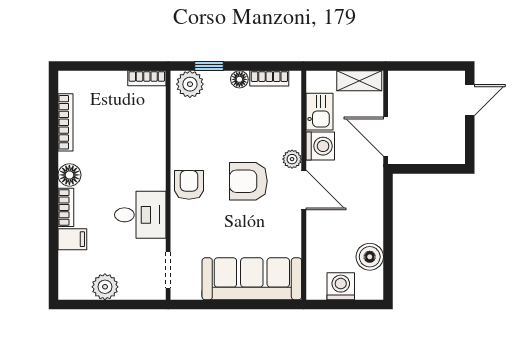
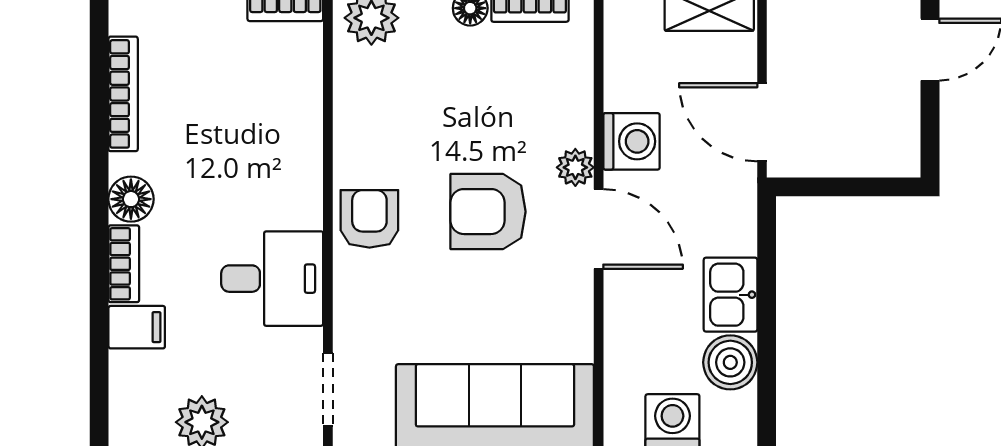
kitchen sink: (319, 112) -> (731, 295), moved, turned 180

